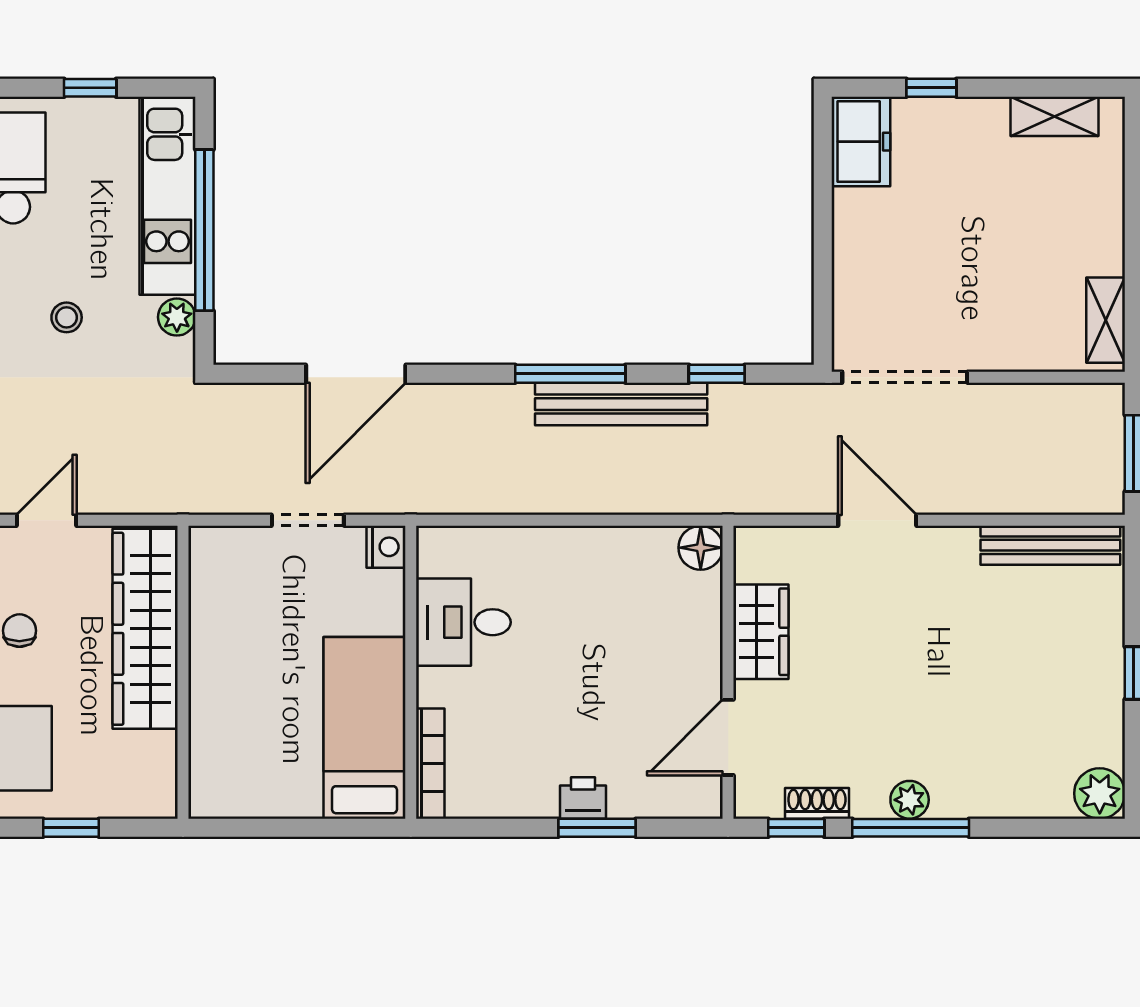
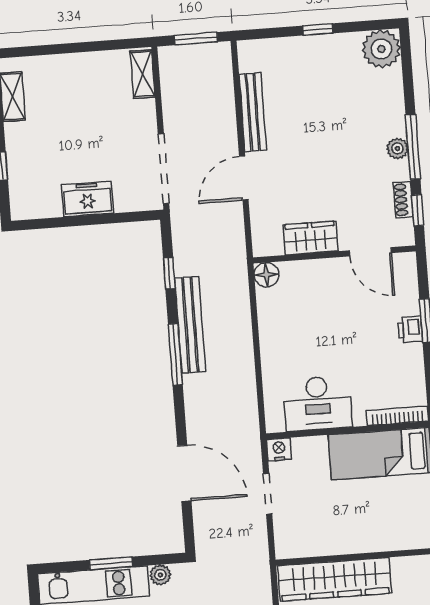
freezer: (861, 142) -> (87, 199), moved
window: (204, 230) -> (111, 563), width x0.47
shelving: (1106, 320) -> (143, 74), moved, turned 90
bench: (1050, 545) -> (253, 112), moved
desk: (463, 622) -> (318, 403), width x1.37
plant: (1100, 793) -> (381, 49), width x1.36, depth x1.36

